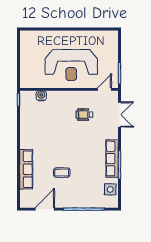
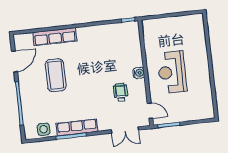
reception desk: (71, 65) -> (172, 72), width x0.74, depth x0.77
water cooler: (41, 96) -> (139, 73), moved
coffee table: (62, 173) -> (56, 75), width x1.86, depth x1.72
door: (45, 209) -> (15, 61), hinge flipped

